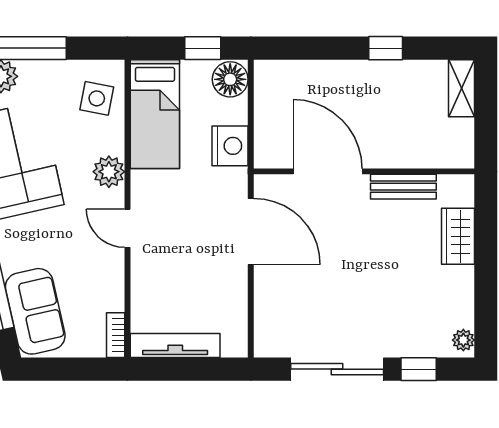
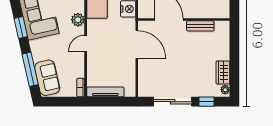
door: (128, 228) -> (86, 43), hinge flipped
wardrobe: (458, 236) -> (223, 72), moved

